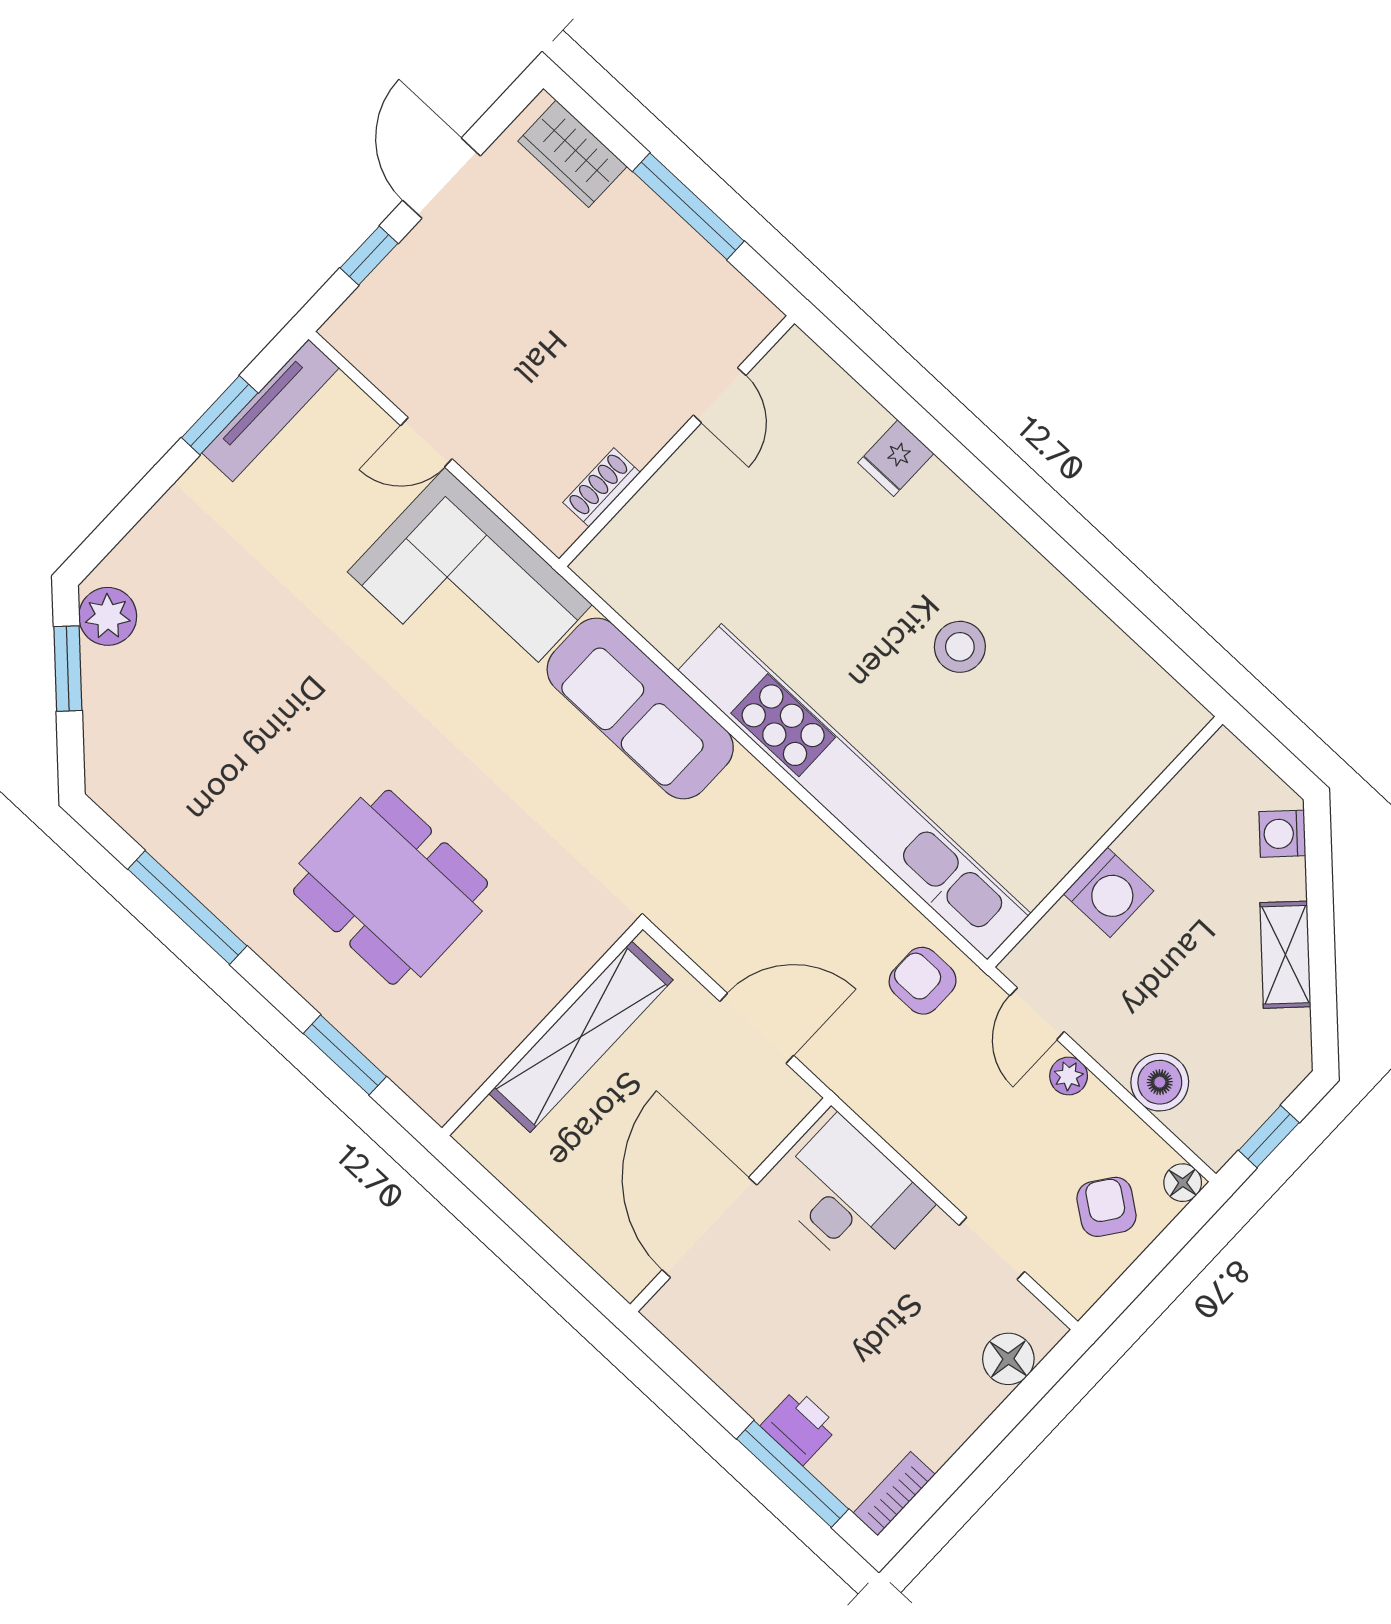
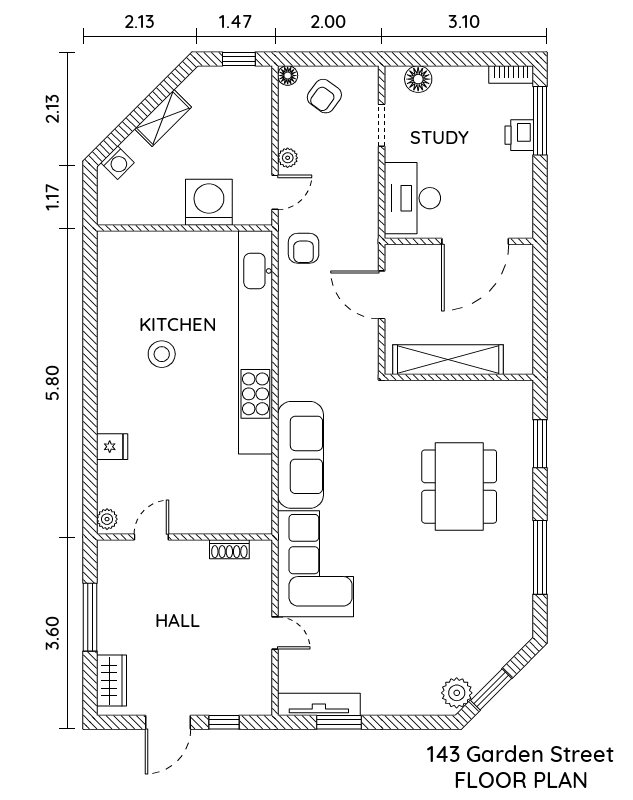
plant: (802, 357) -> (107, 519), added
washing machine: (1109, 892) -> (209, 202), width x1.37, depth x1.37
boiler: (1160, 1082) -> (257, 120), removed

